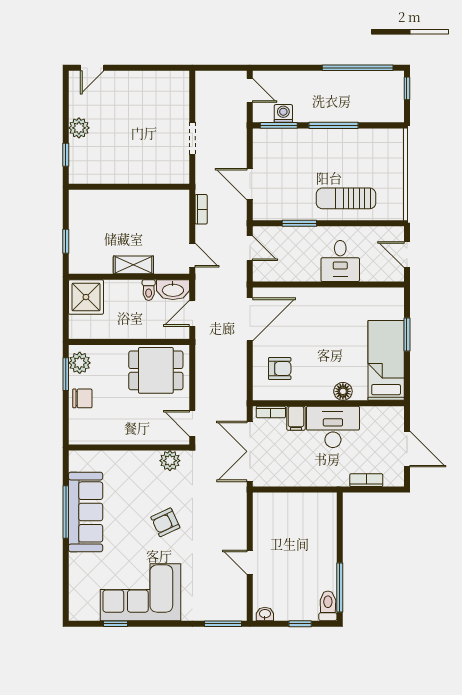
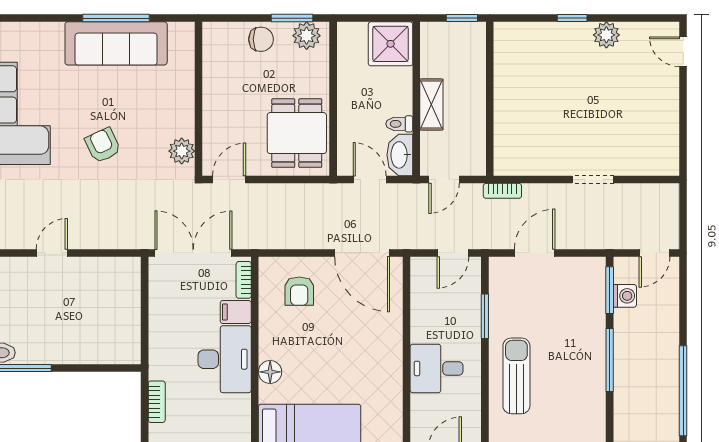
wall: (129, 187) -> (490, 99), moved
chair: (82, 398) -> (261, 39), turned -90

